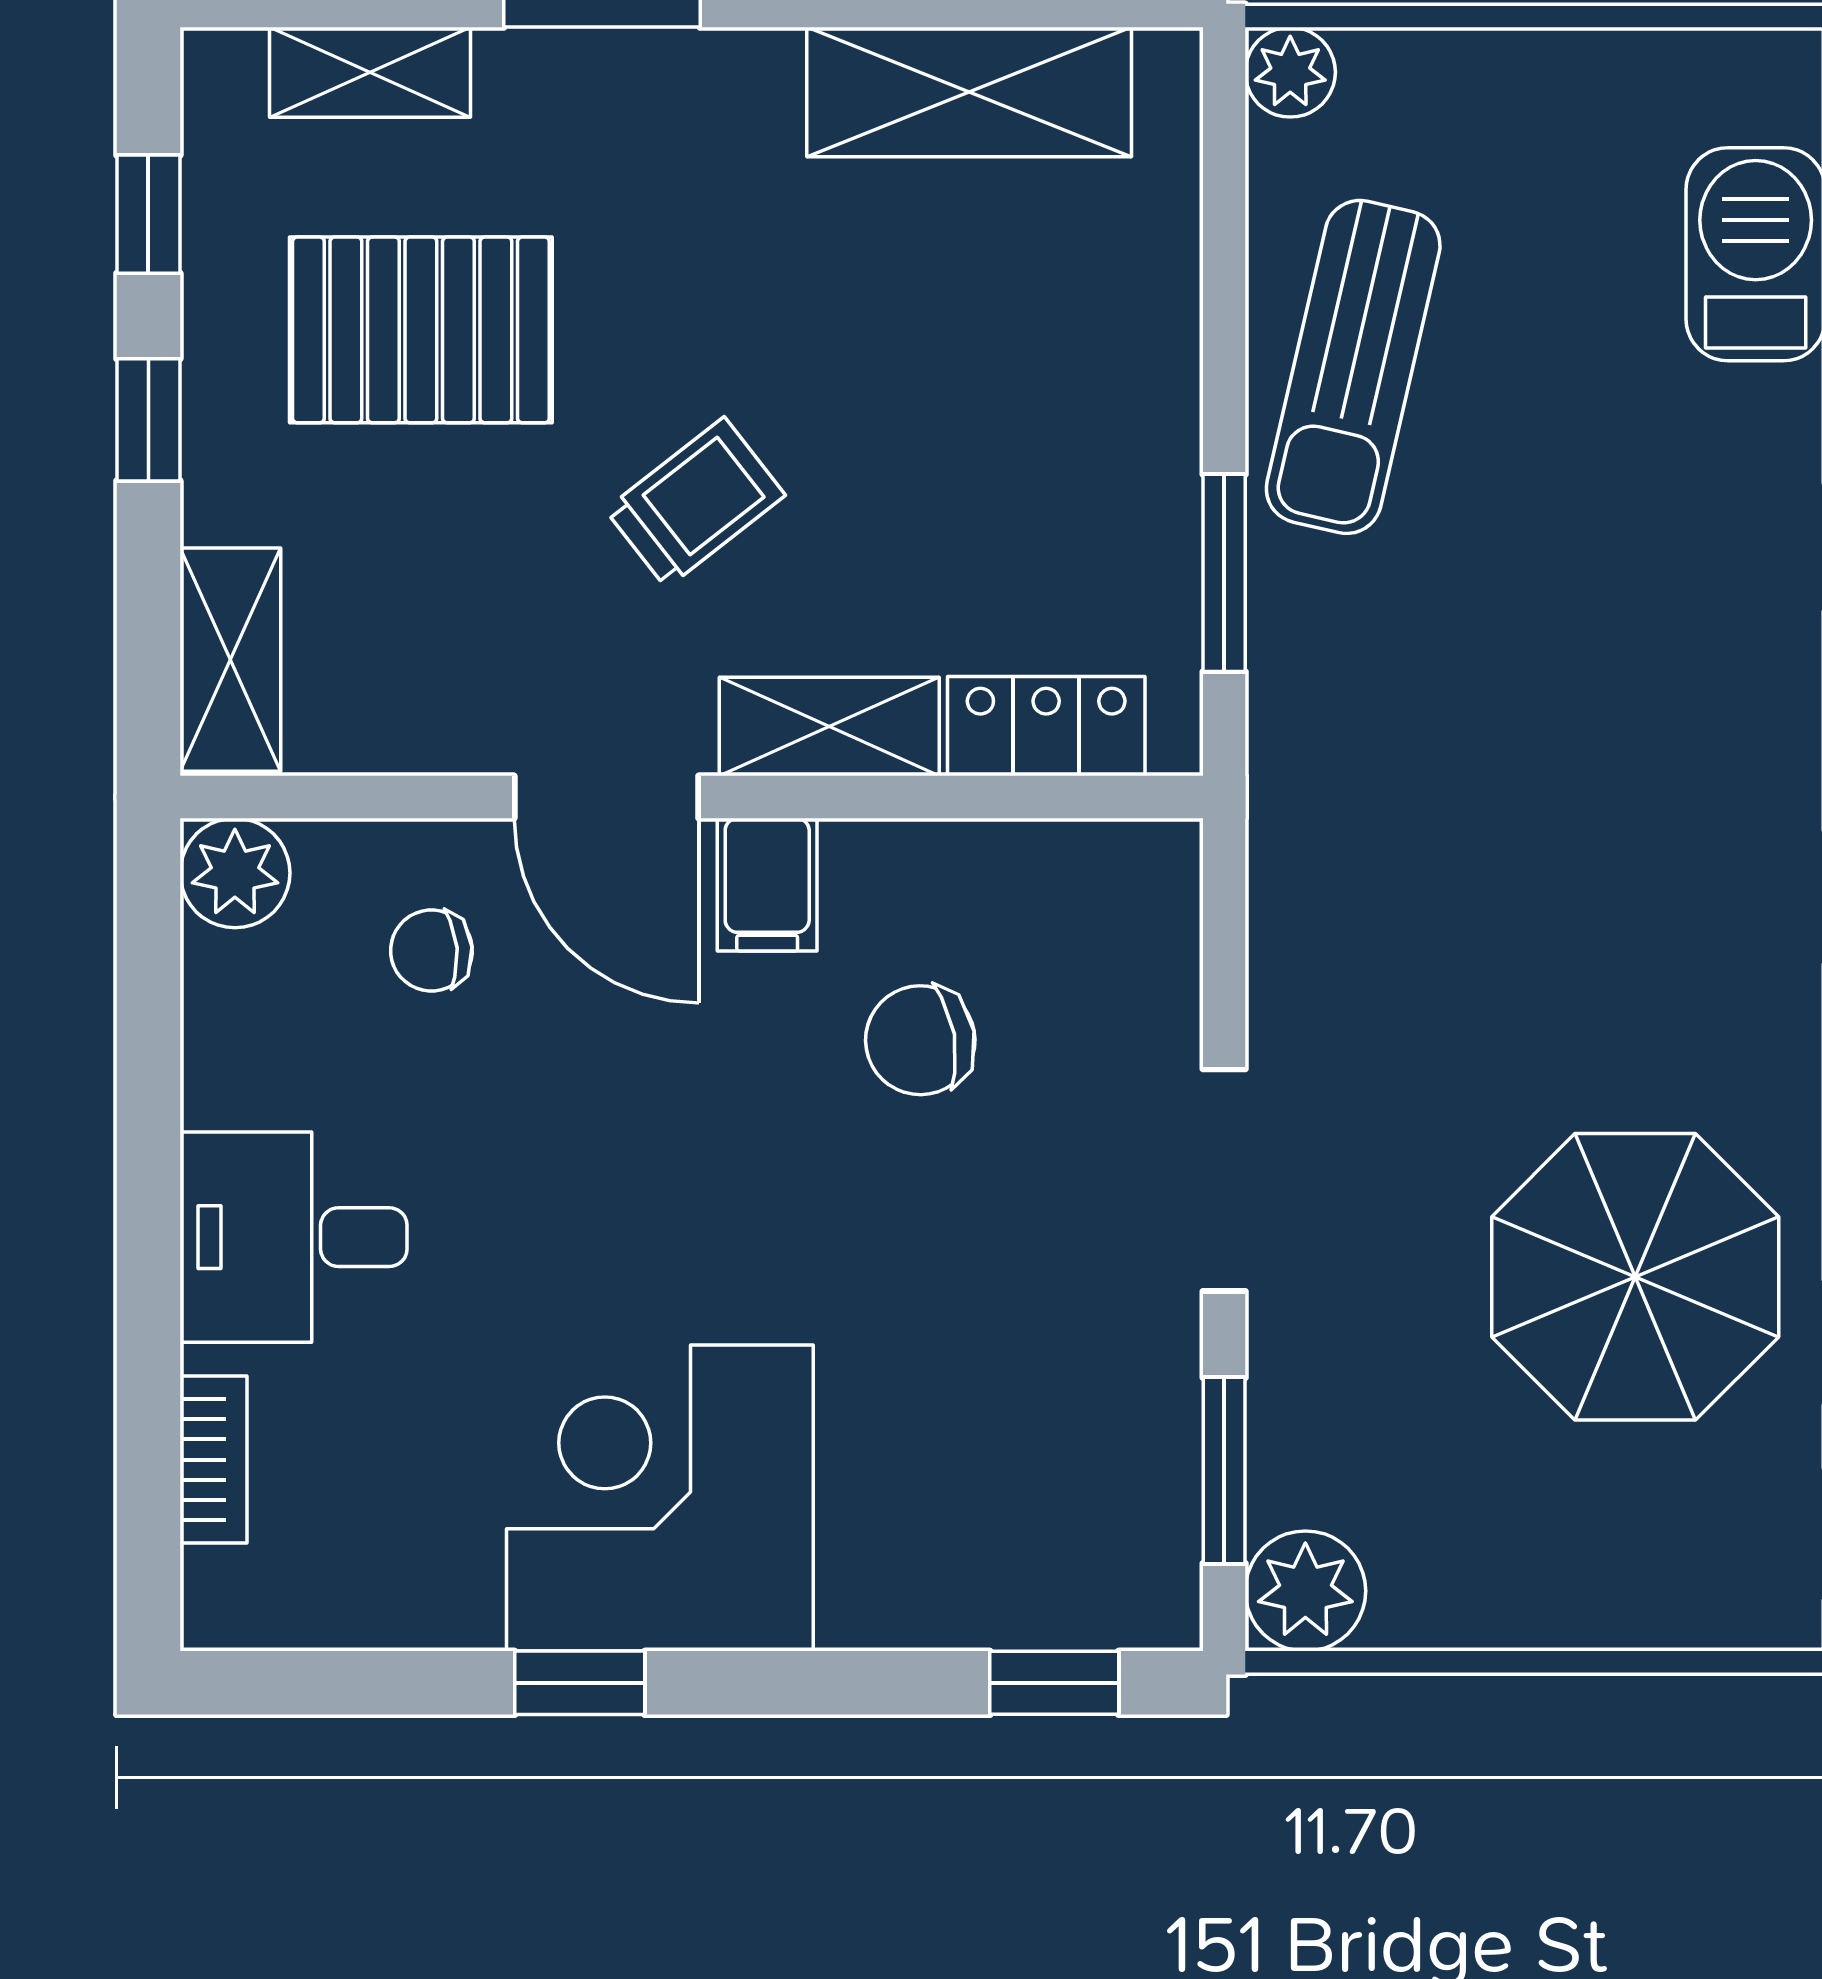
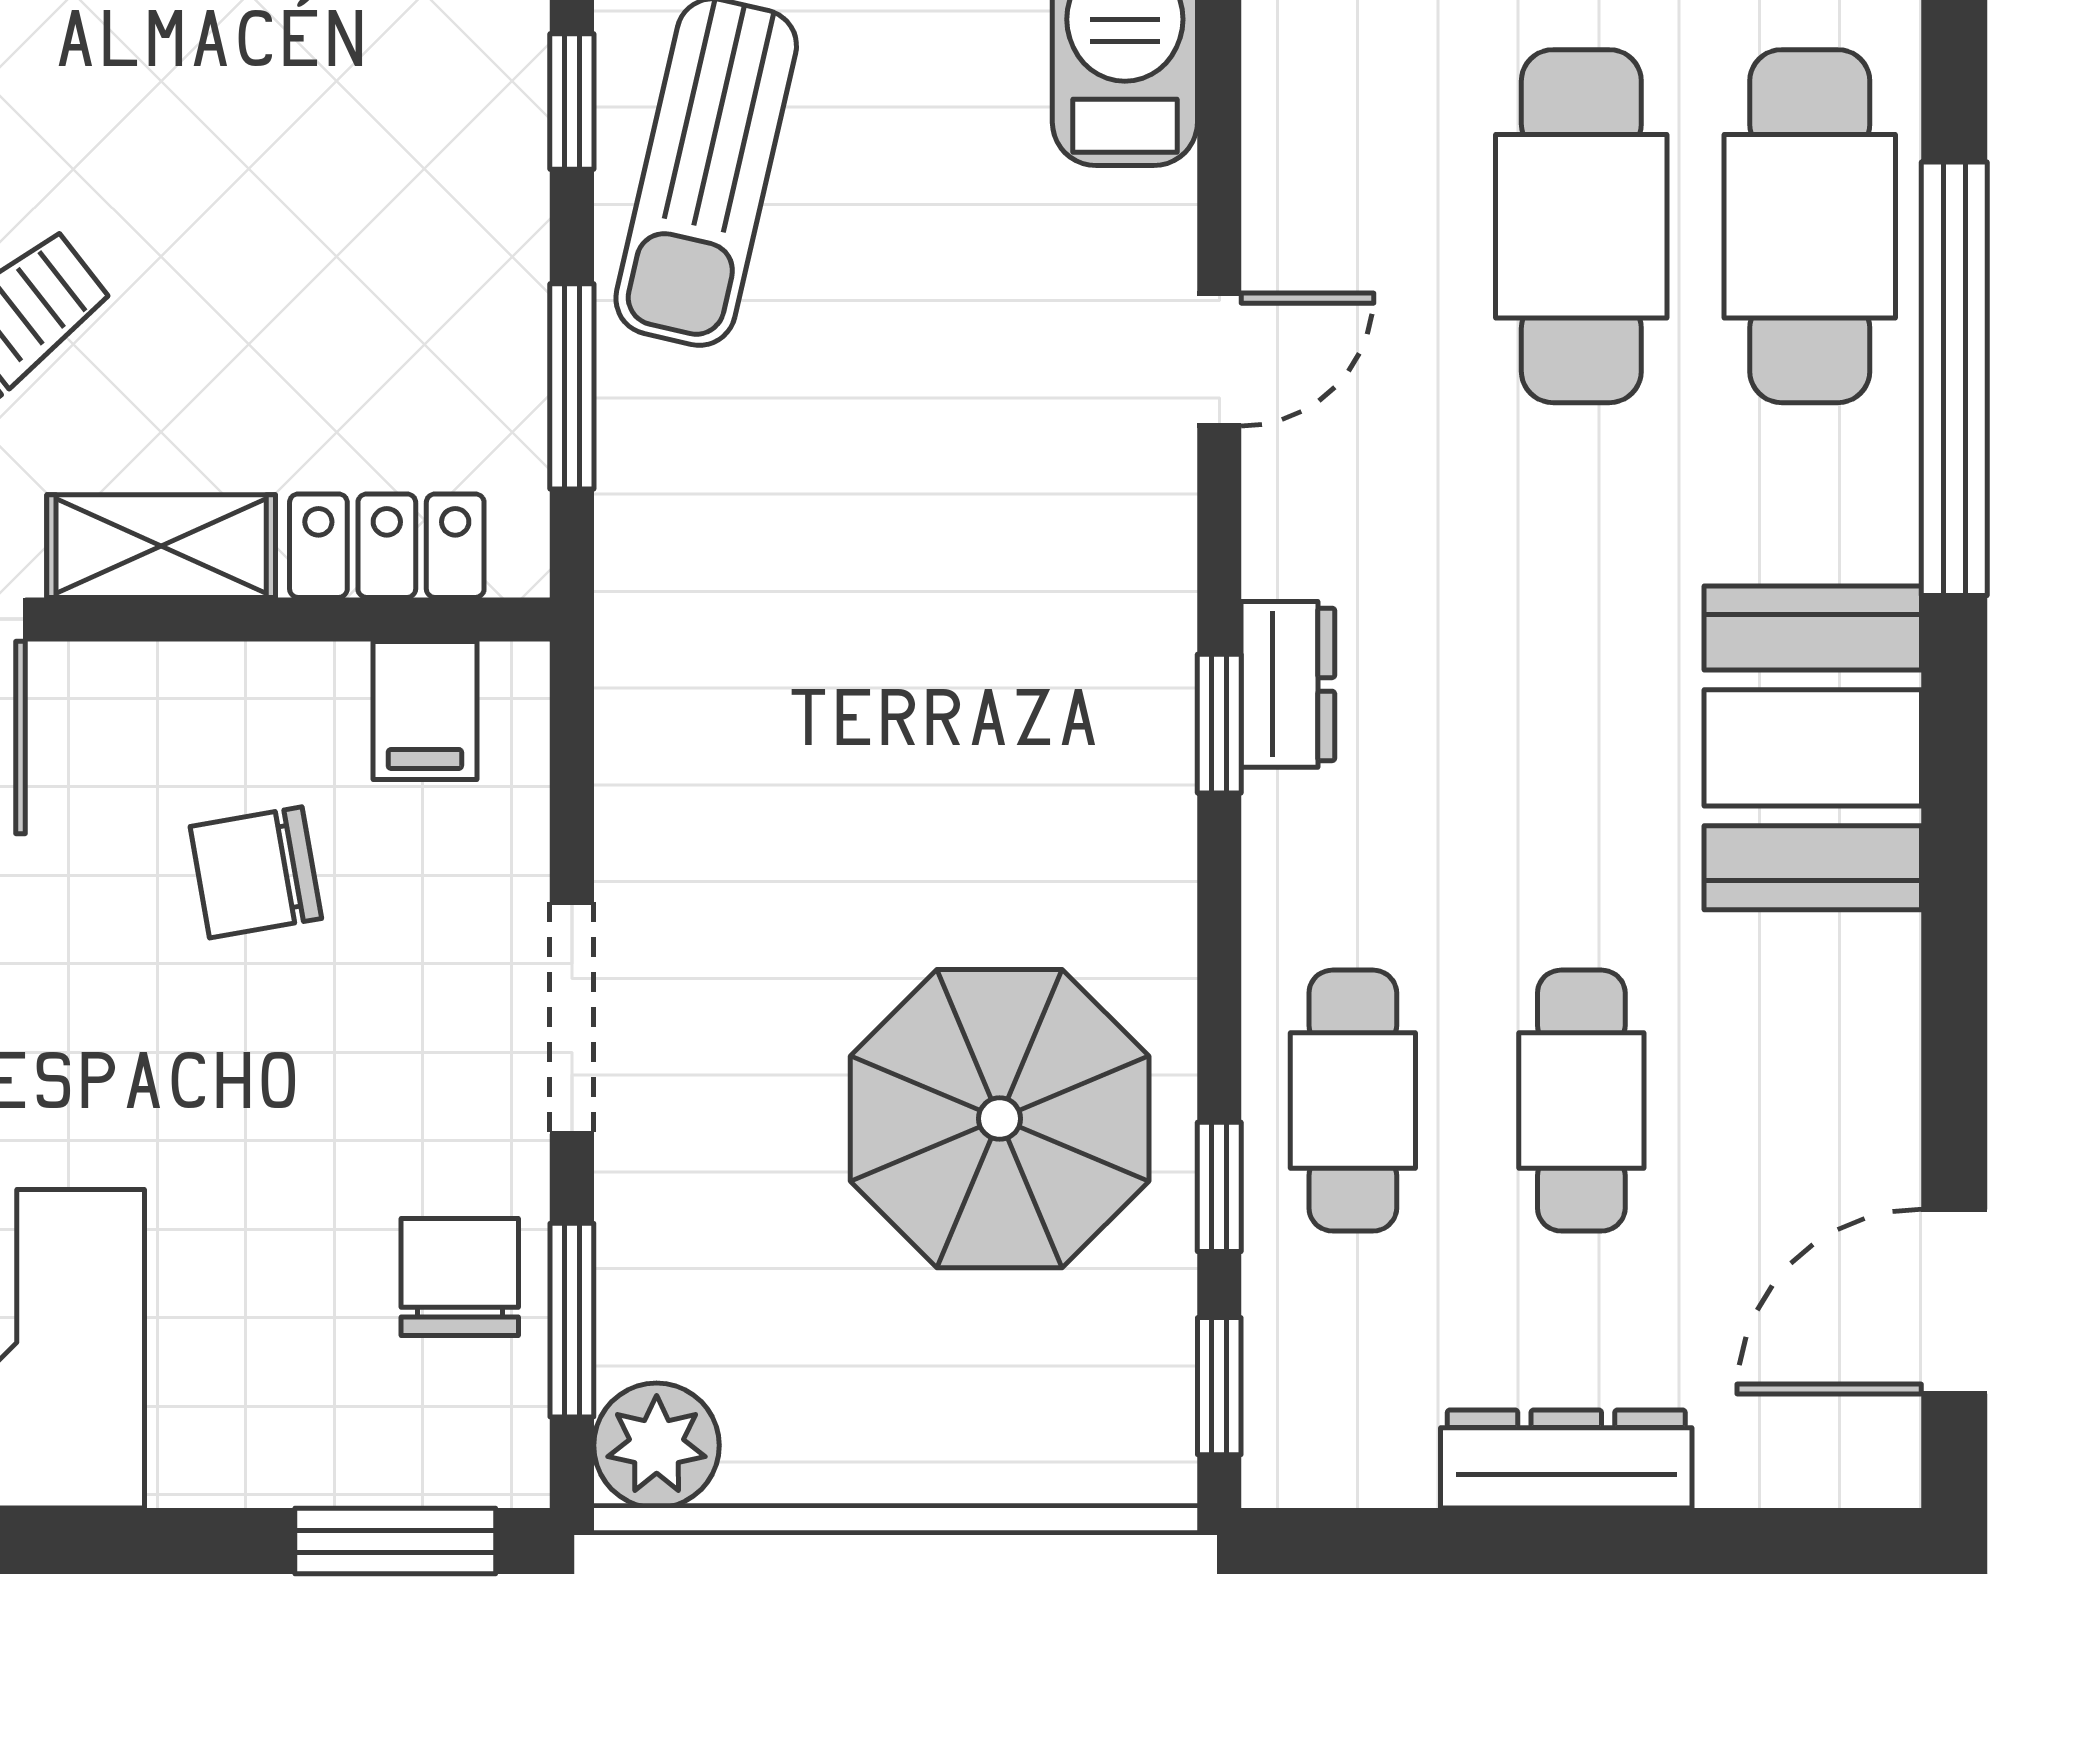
window: (1224, 299) -> (572, 101), added
filing cabinet: (767, 885) -> (425, 711), moved
chair: (1116, 1429) -> (460, 1277), added
window: (1054, 1683) -> (395, 1541), width x1.50

